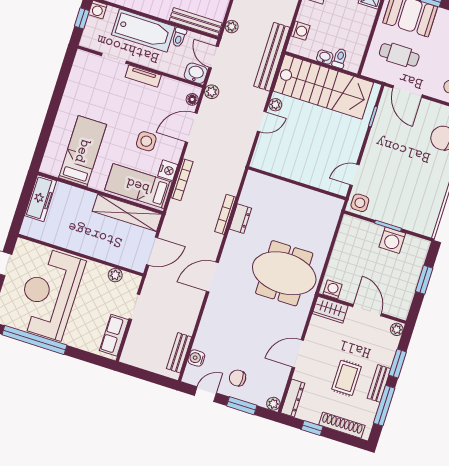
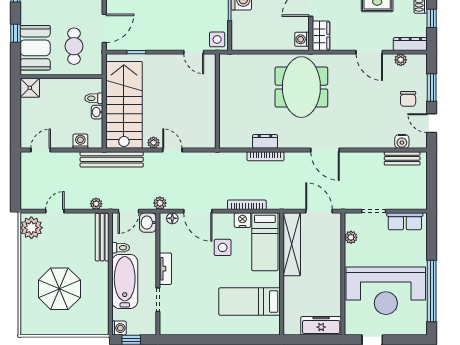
freezer: (40, 198) -> (321, 326), moved
plant: (273, 404) -> (401, 60), moved

